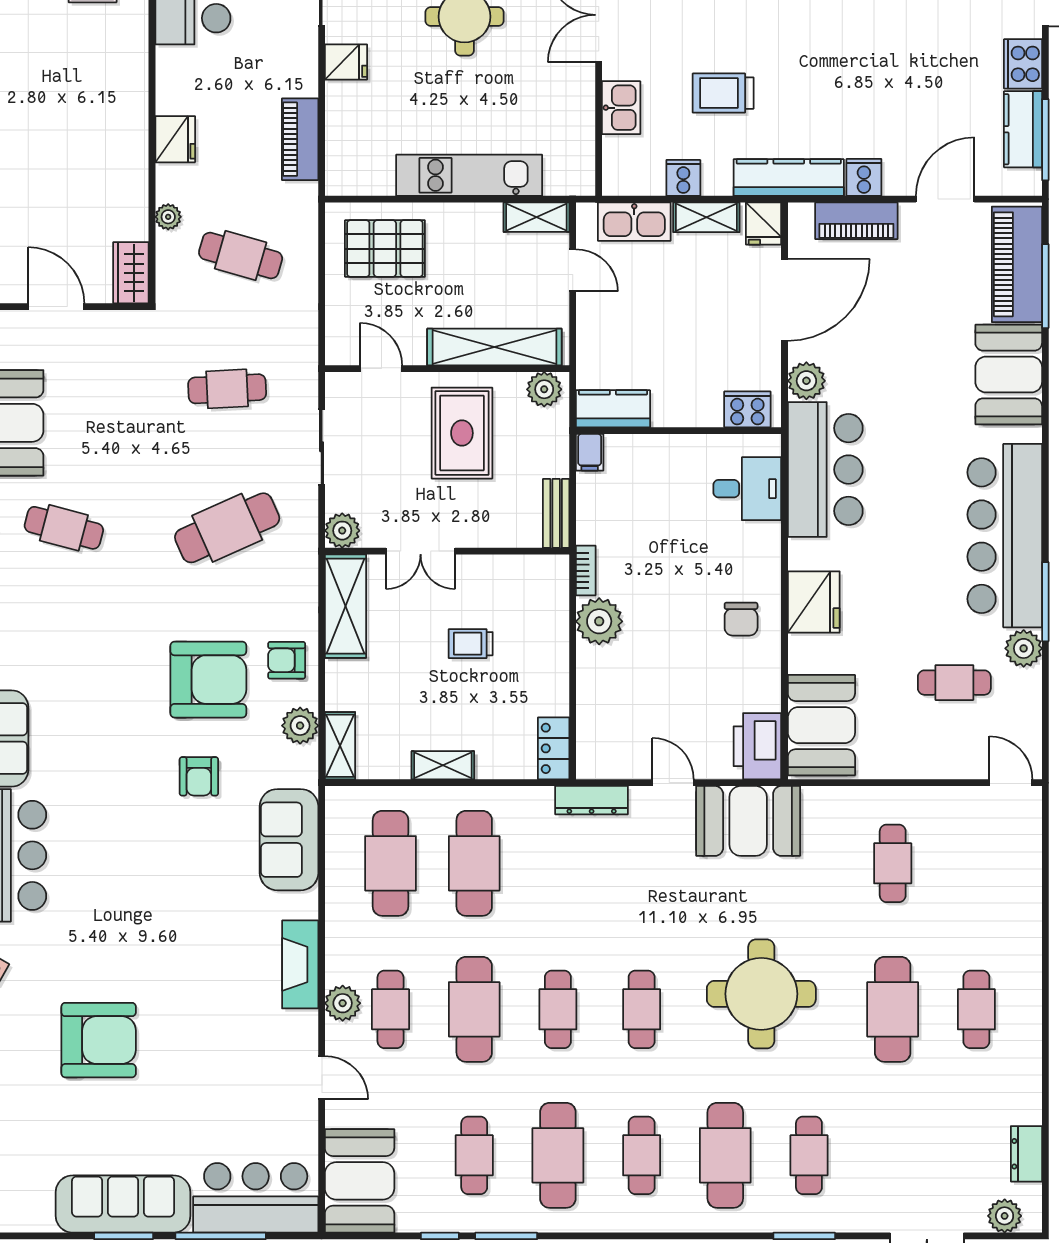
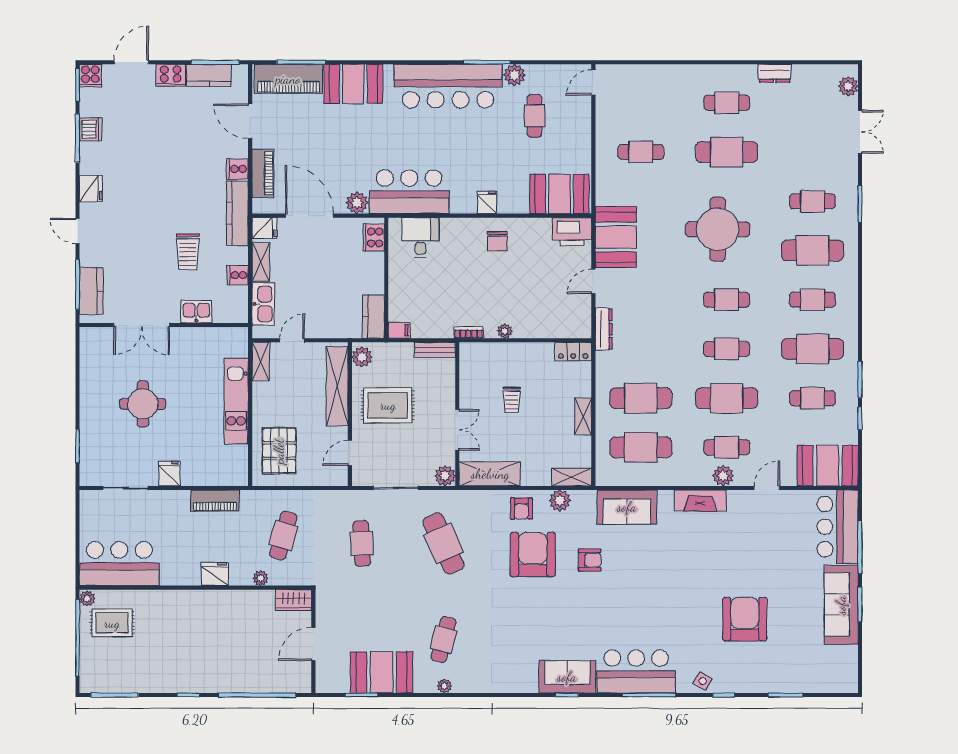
fridge: (814, 602) -> (487, 202), width x0.53, depth x0.75
chair: (741, 619) -> (497, 241), turned 90
plant: (599, 621) -> (505, 331), width x0.53, depth x0.53
dresser: (1026, 1154) -> (775, 73), moved

